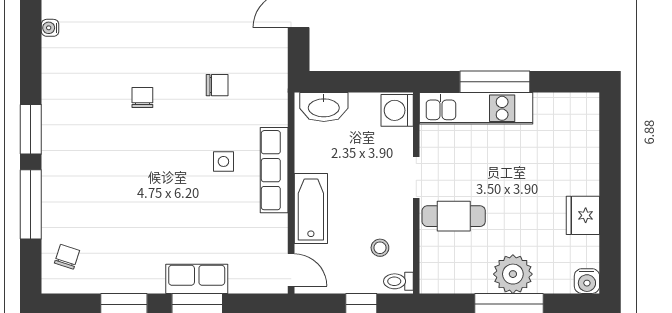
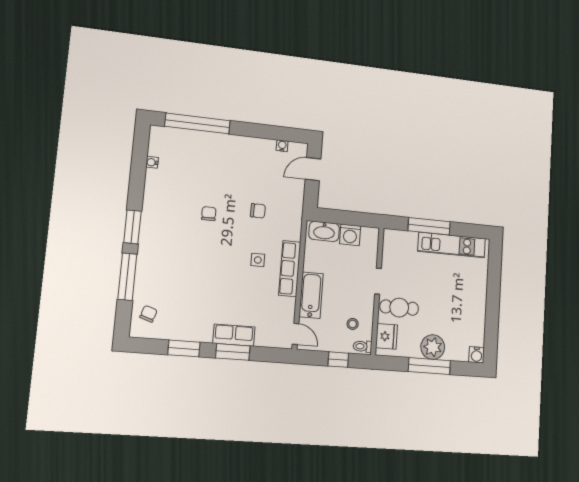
kitchen unit: (476, 108) -> (452, 245), moved
washing machine: (397, 110) -> (350, 235), moved, turned -90
fridge: (583, 215) -> (387, 336), moved, turned 180

